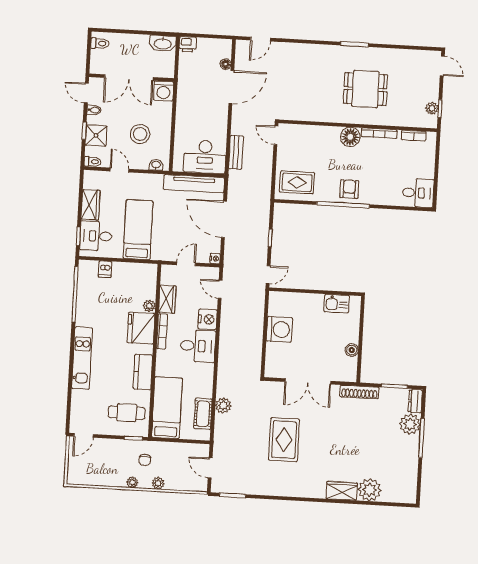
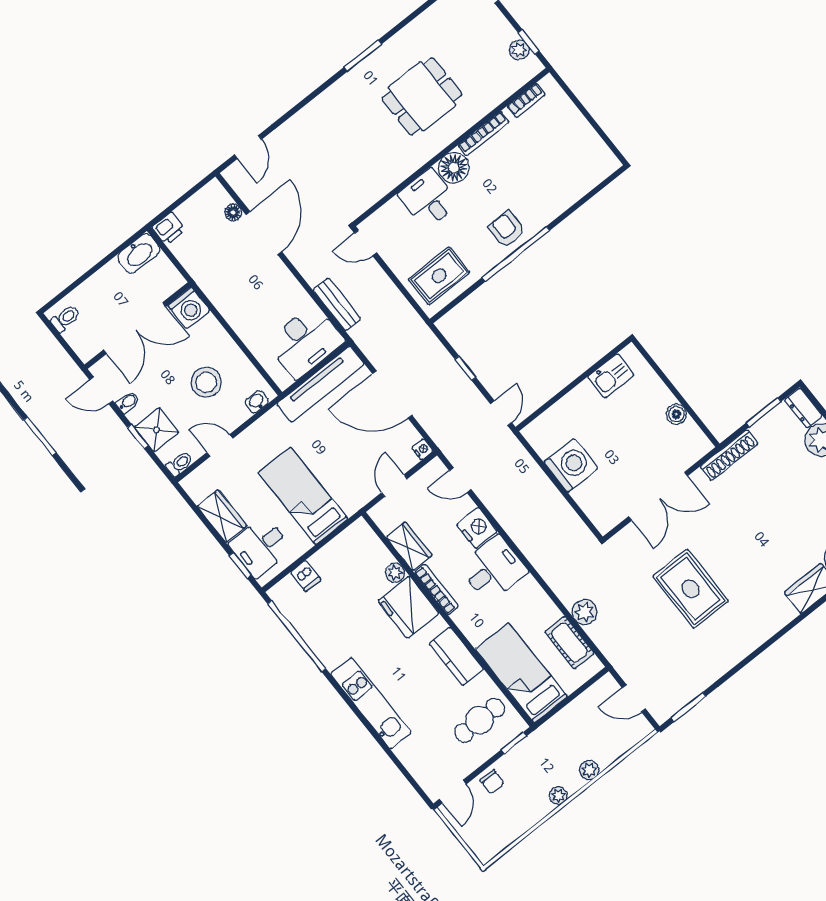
desk: (418, 193) -> (429, 199), moved, turned -90
chair: (145, 460) -> (492, 782), moved

